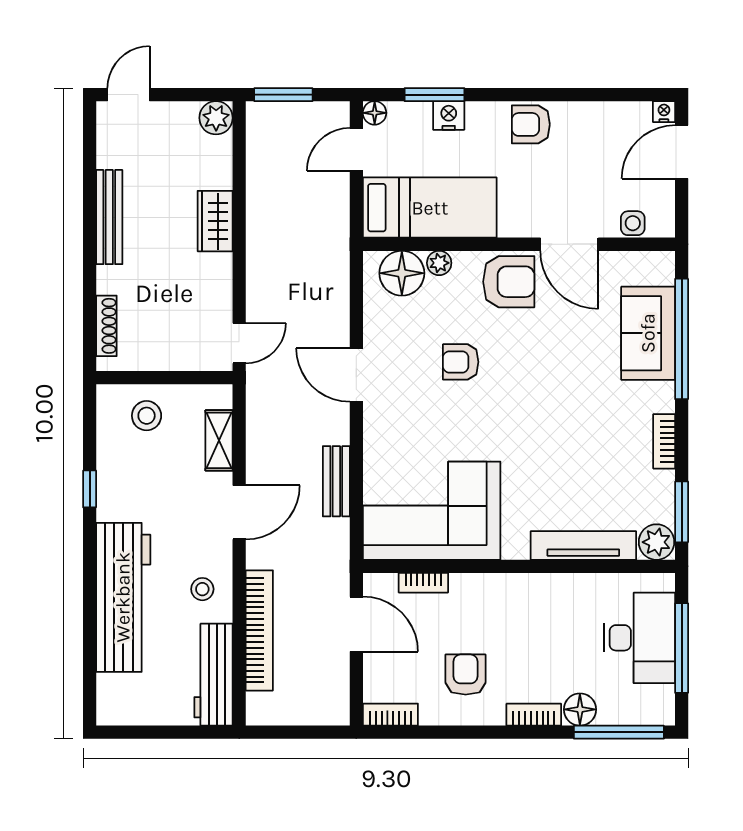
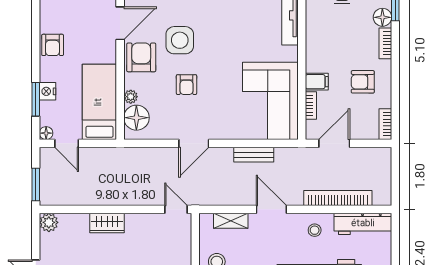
side table: (539, 350) -> (180, 40), added
filing cabinet: (466, 593) -> (317, 82), added

